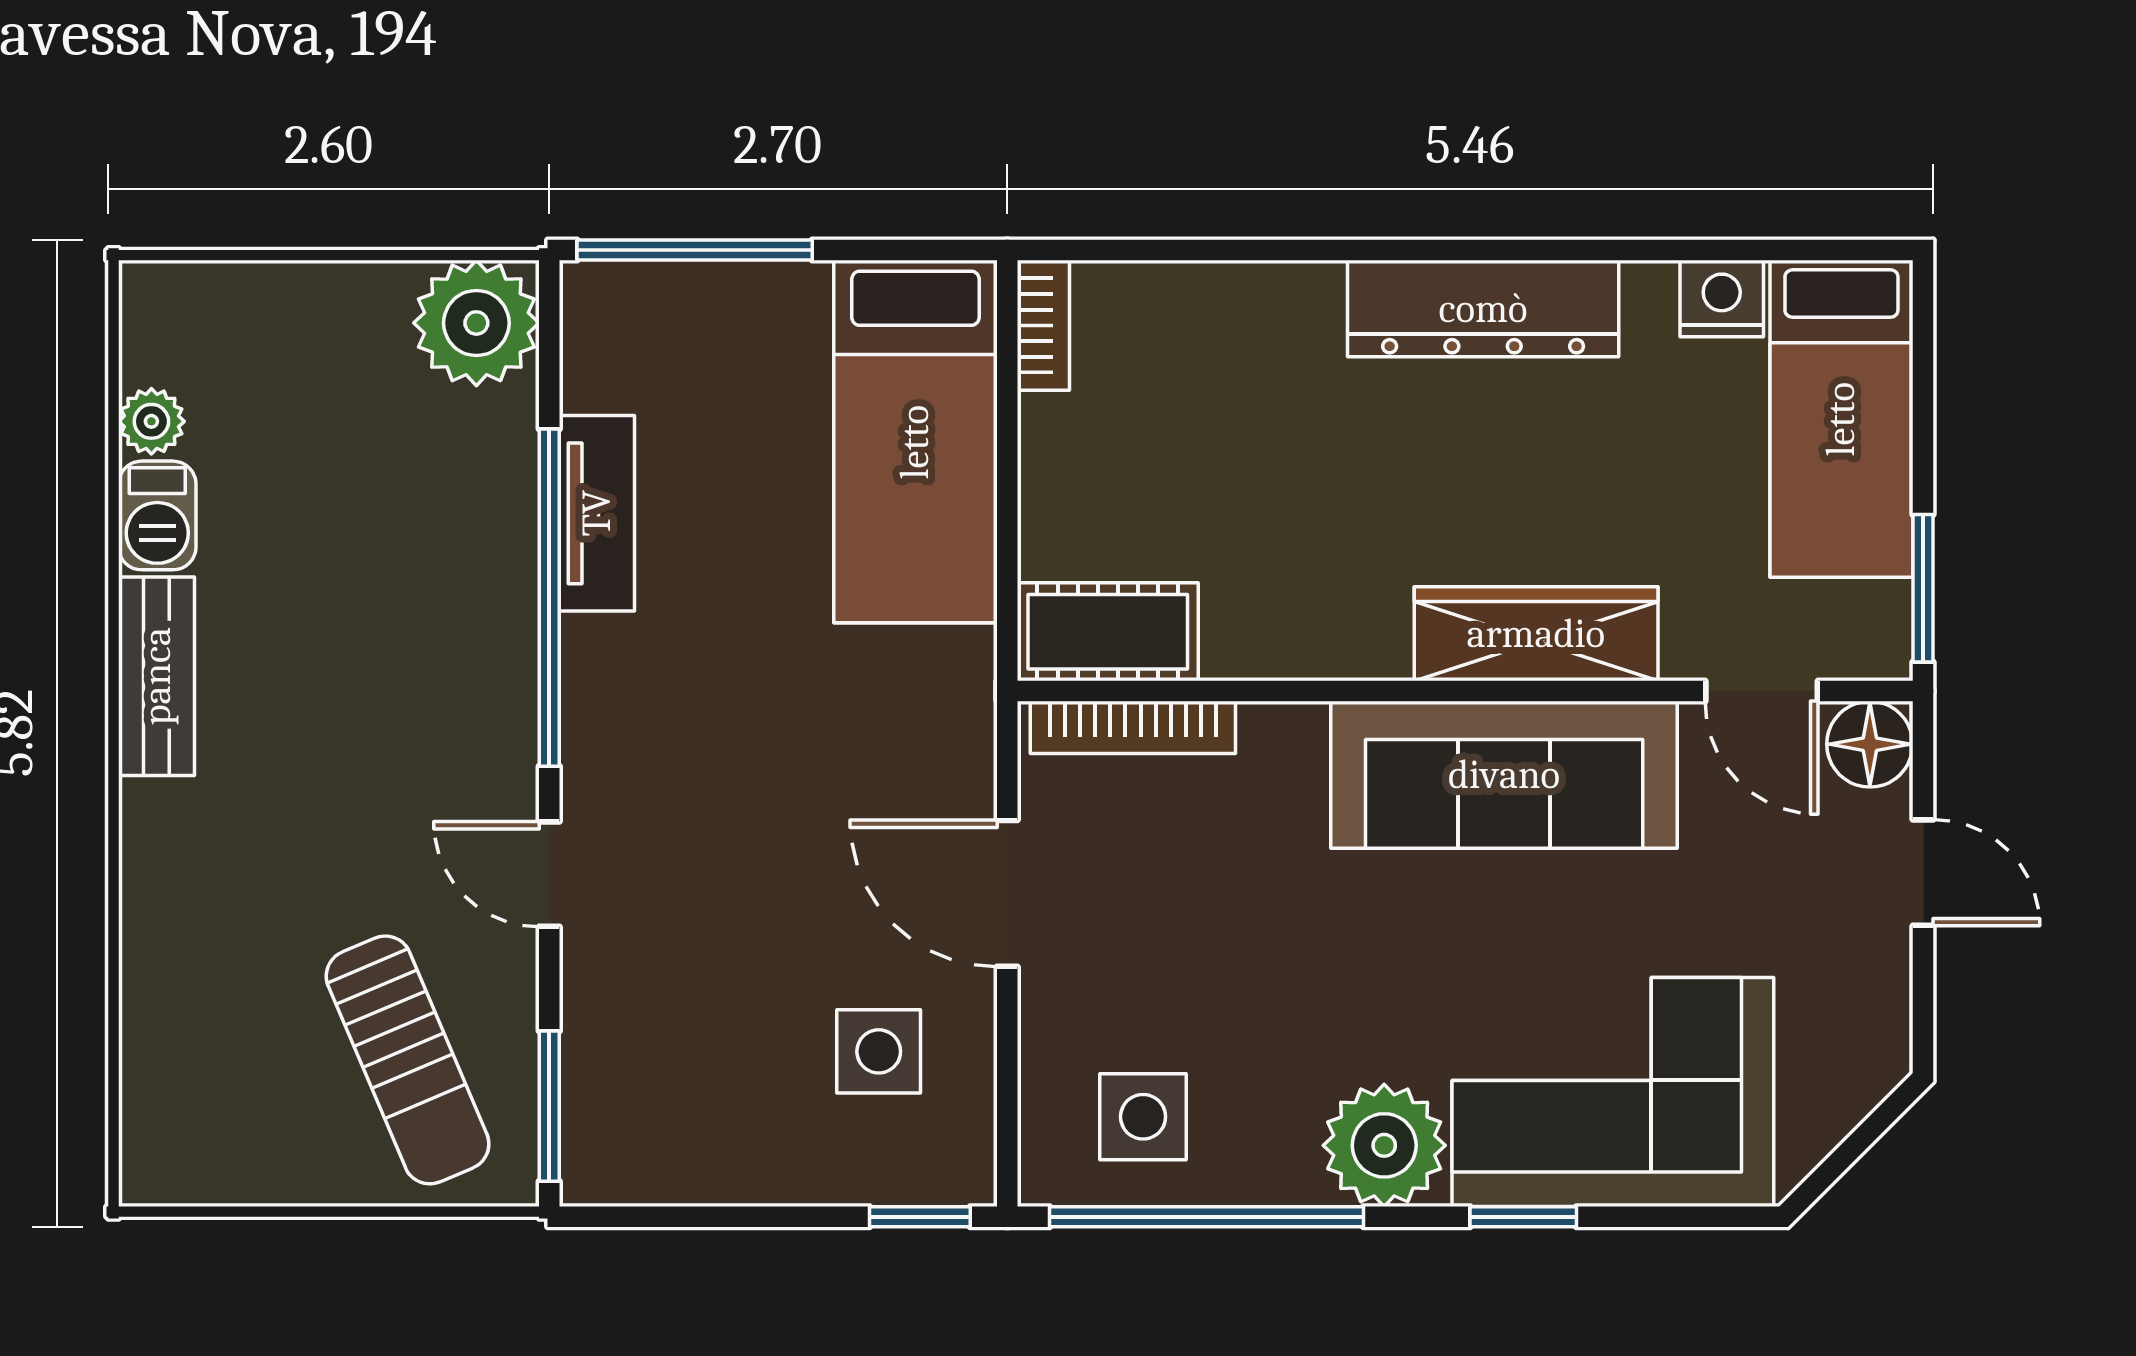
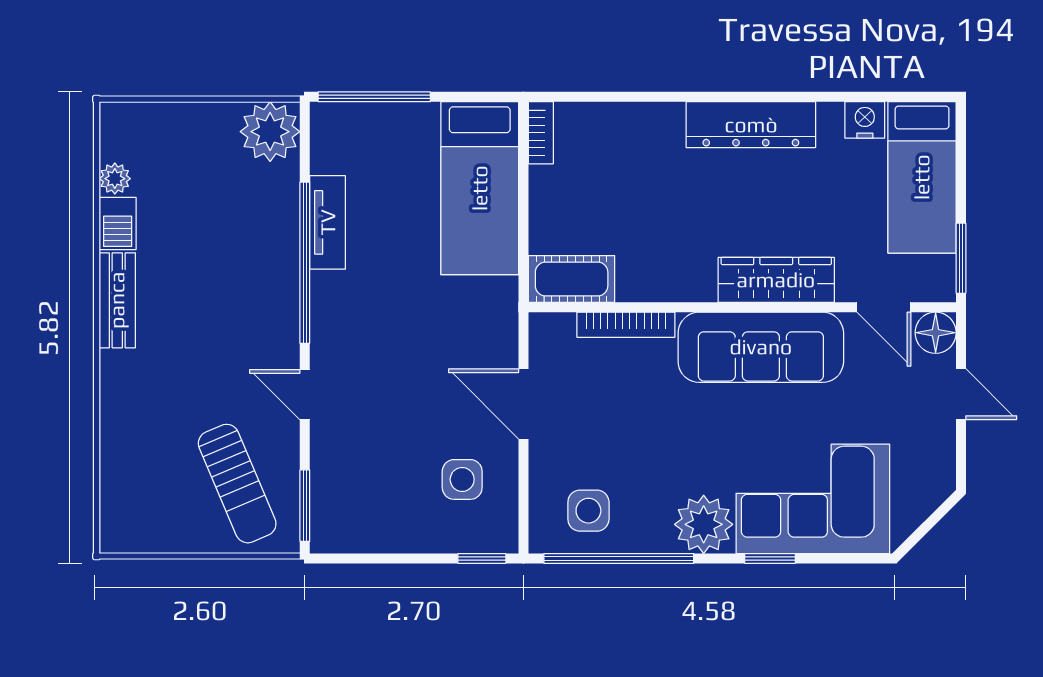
bookcase: (1133, 727) -> (626, 325), moved

